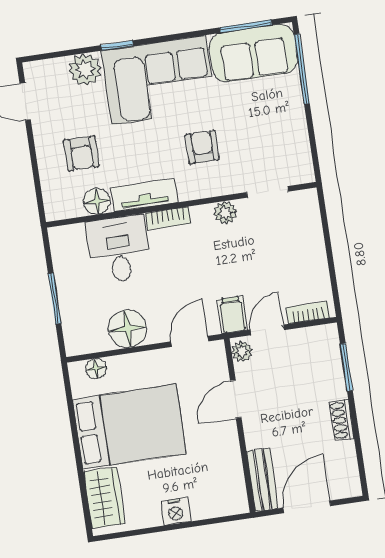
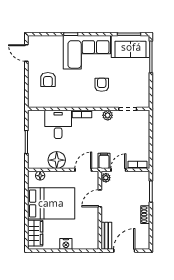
plant: (85, 70) -> (55, 43), removed
tv unit: (144, 195) -> (73, 102), removed
floor lamp: (97, 201) -> (52, 102), removed

